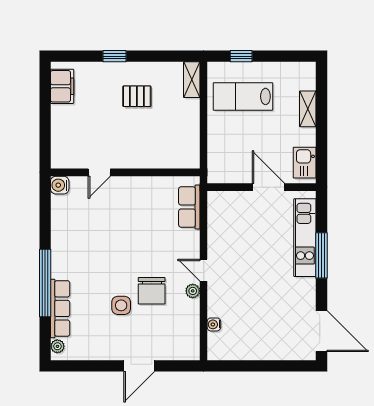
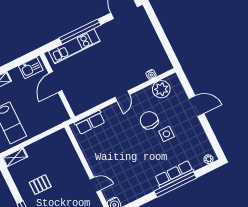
pallet: (137, 96) -> (40, 185), turned 90
window: (321, 255) -> (80, 32), width x1.46
chair: (152, 291) -> (149, 120), turned -90
plant: (193, 291) -> (161, 89), moved, width x1.88, depth x1.88
row of seats: (60, 308) -> (174, 174), moved

